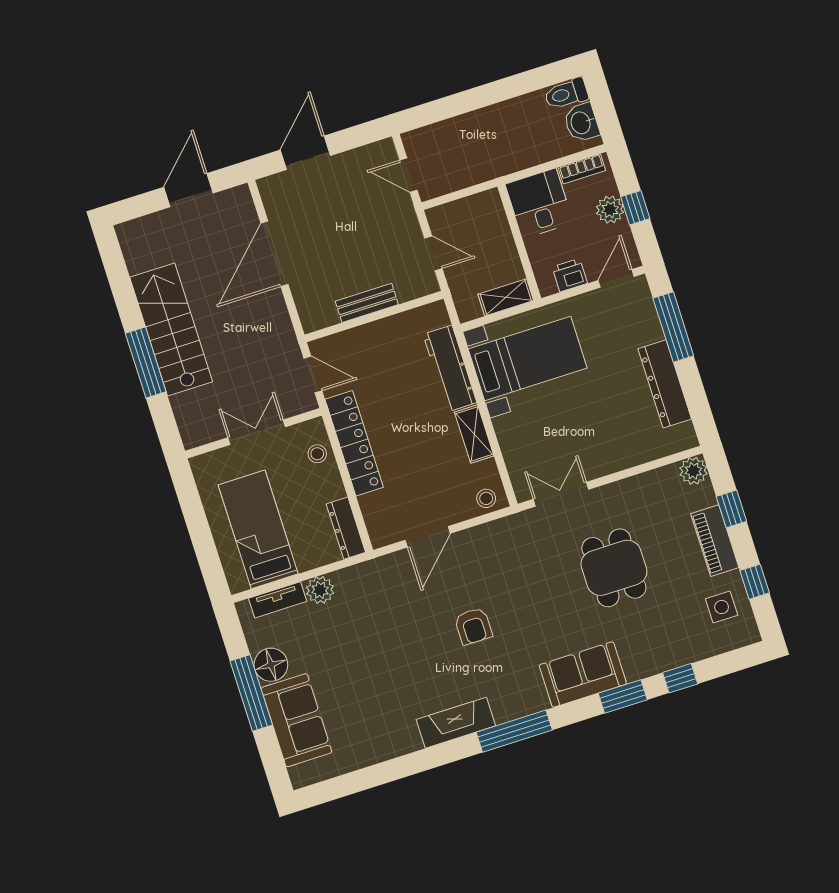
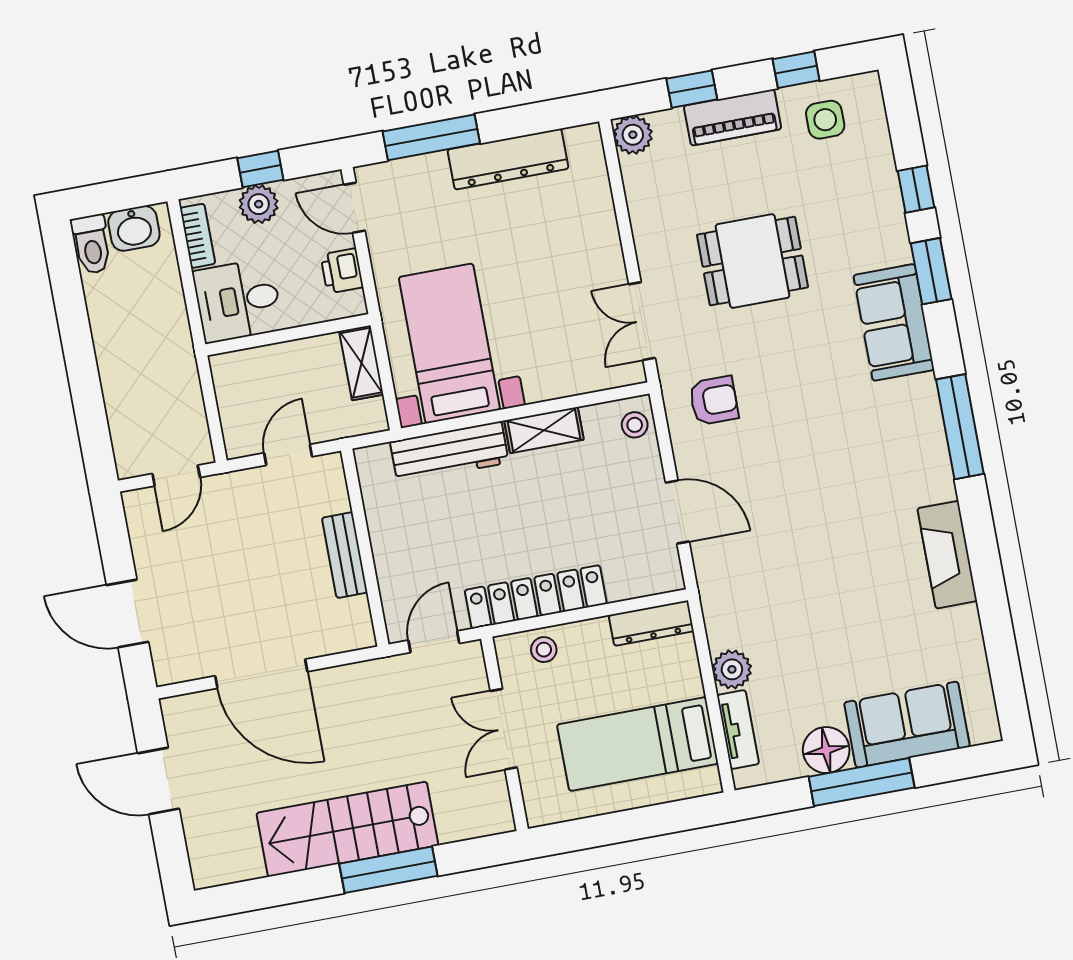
armchair: (473, 626) -> (714, 401), moved
fireplace: (456, 723) -> (947, 555), moved

